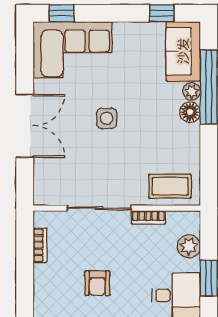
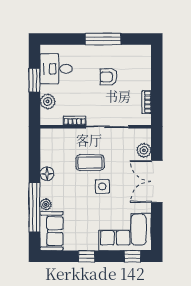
window: (162, 13) -> (87, 256), moved
floor lamp: (190, 112) -> (47, 174), moved
plant: (44, 173) -> (144, 150), added
coffee table: (170, 186) -> (90, 163), moved
armchair: (97, 283) -> (109, 77), turned -90

